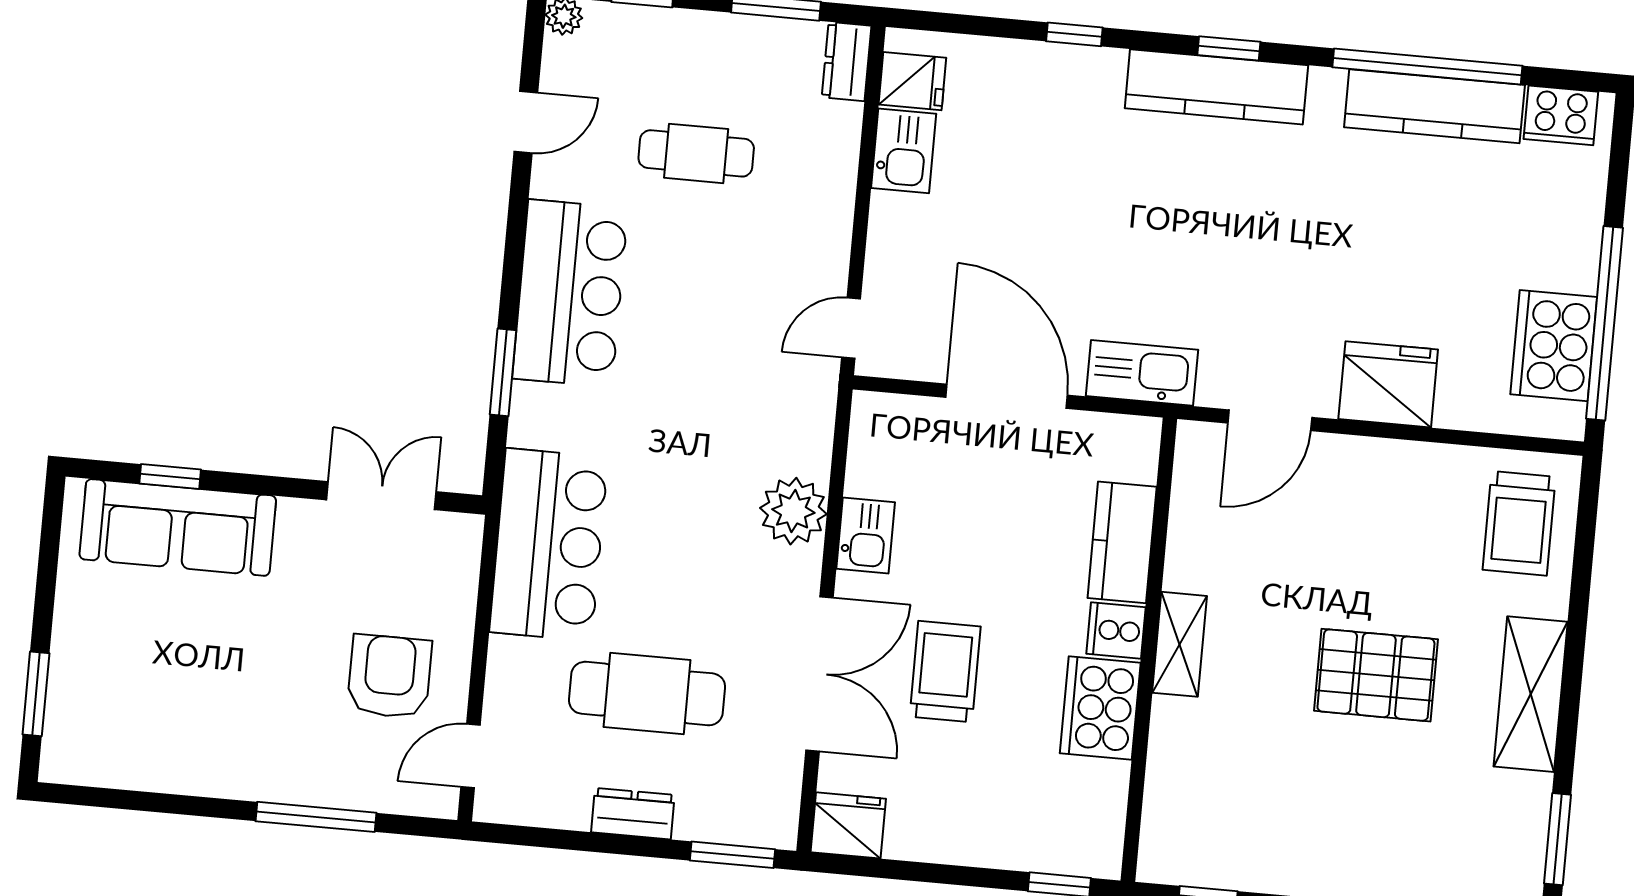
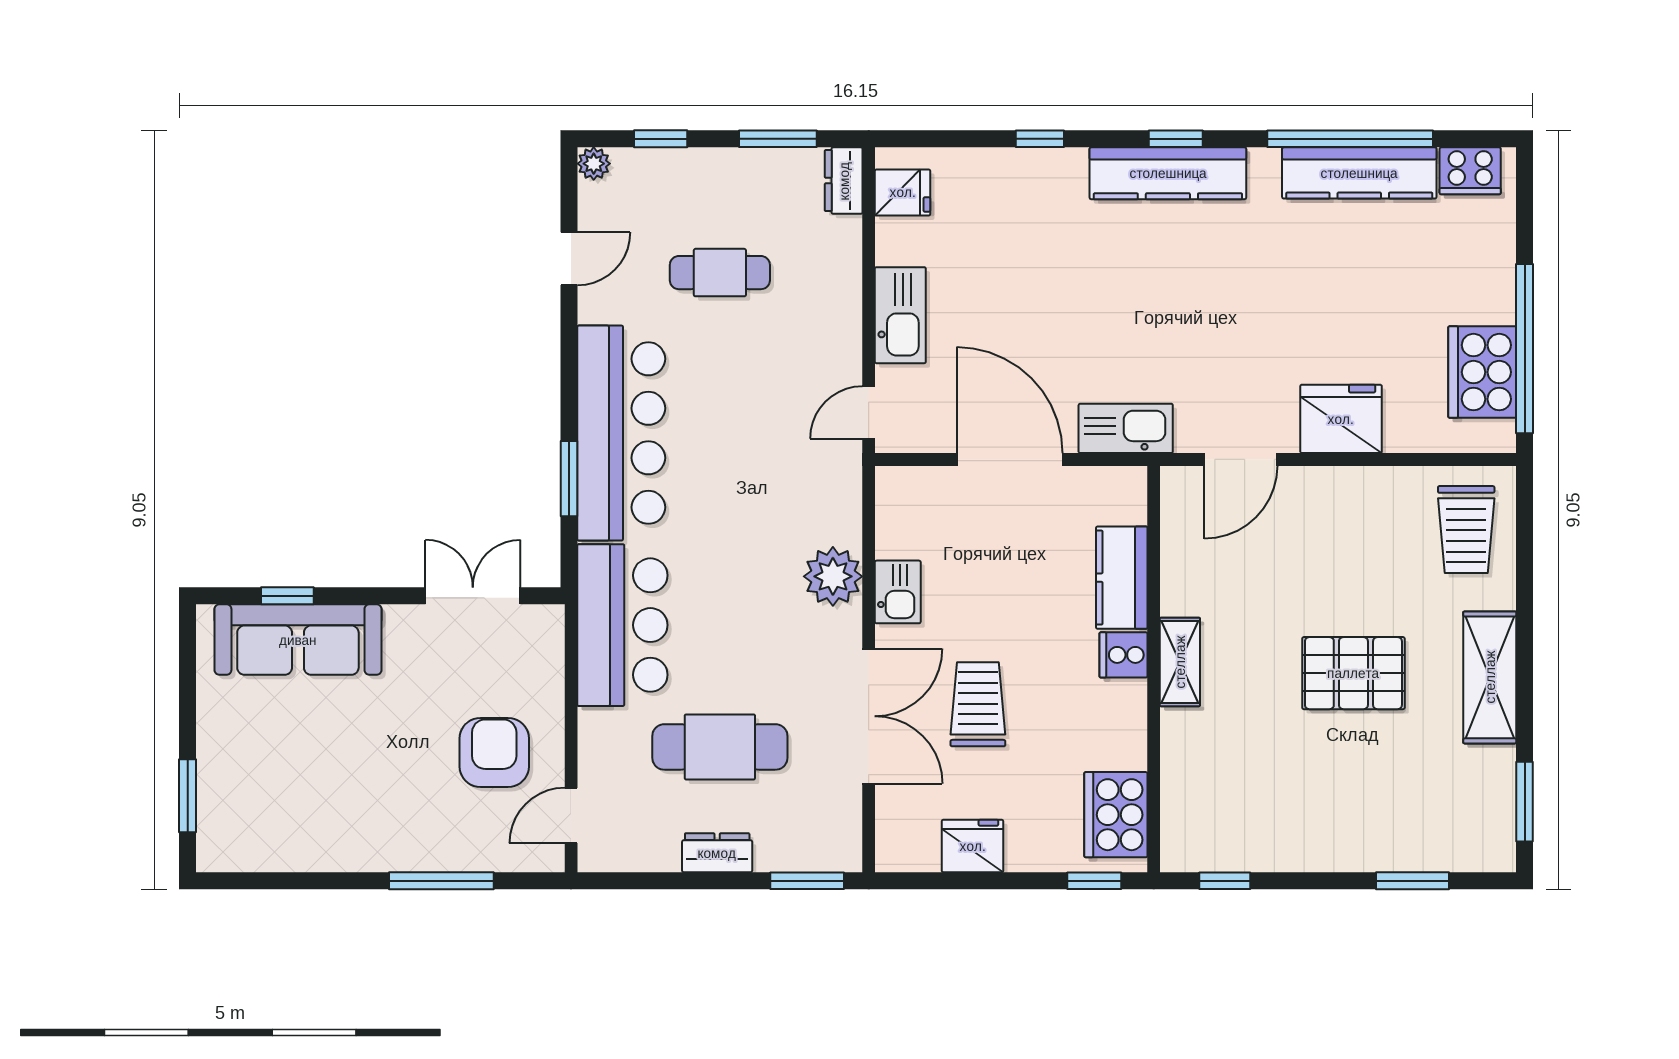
kitchen sink: (904, 151) -> (900, 315), moved, width x1.38
bar counter: (570, 293) -> (621, 433), width x1.36
cooker: (1100, 708) -> (1116, 815), moved
fridge: (848, 825) -> (973, 846), moved

